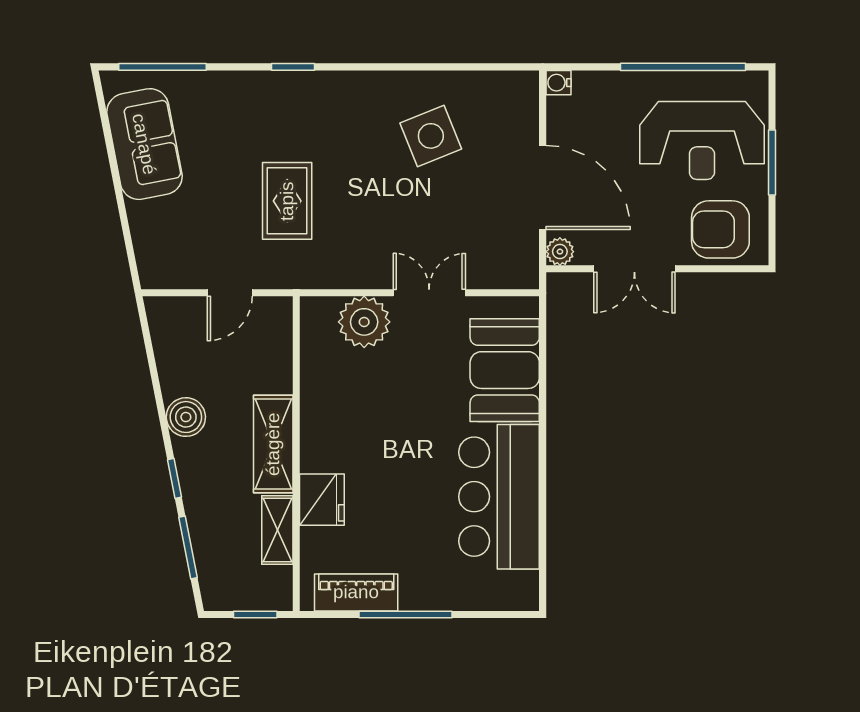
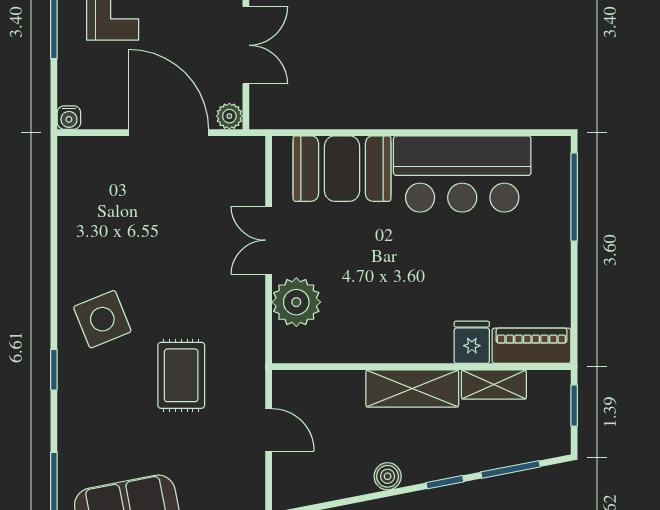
side table: (431, 136) -> (102, 319), moved
door: (543, 187) -> (169, 133), hinge flipped
rug: (287, 201) -> (181, 375), turned 90
boiler: (186, 417) -> (388, 476), width x0.73, depth x0.73
fridge: (322, 500) -> (472, 342), width x0.72
piano: (356, 592) -> (531, 346), moved, turned 90
window: (406, 614) -> (574, 197), moved

